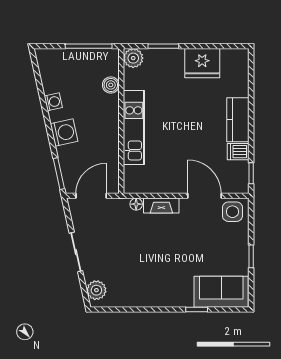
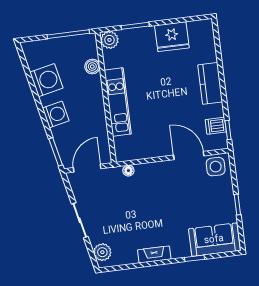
washing machine: (53, 102) -> (46, 80), width x1.89, depth x1.89
dishwasher: (238, 152) -> (216, 126), moved
fireplace: (161, 206) -> (154, 254), moved, turned 180

